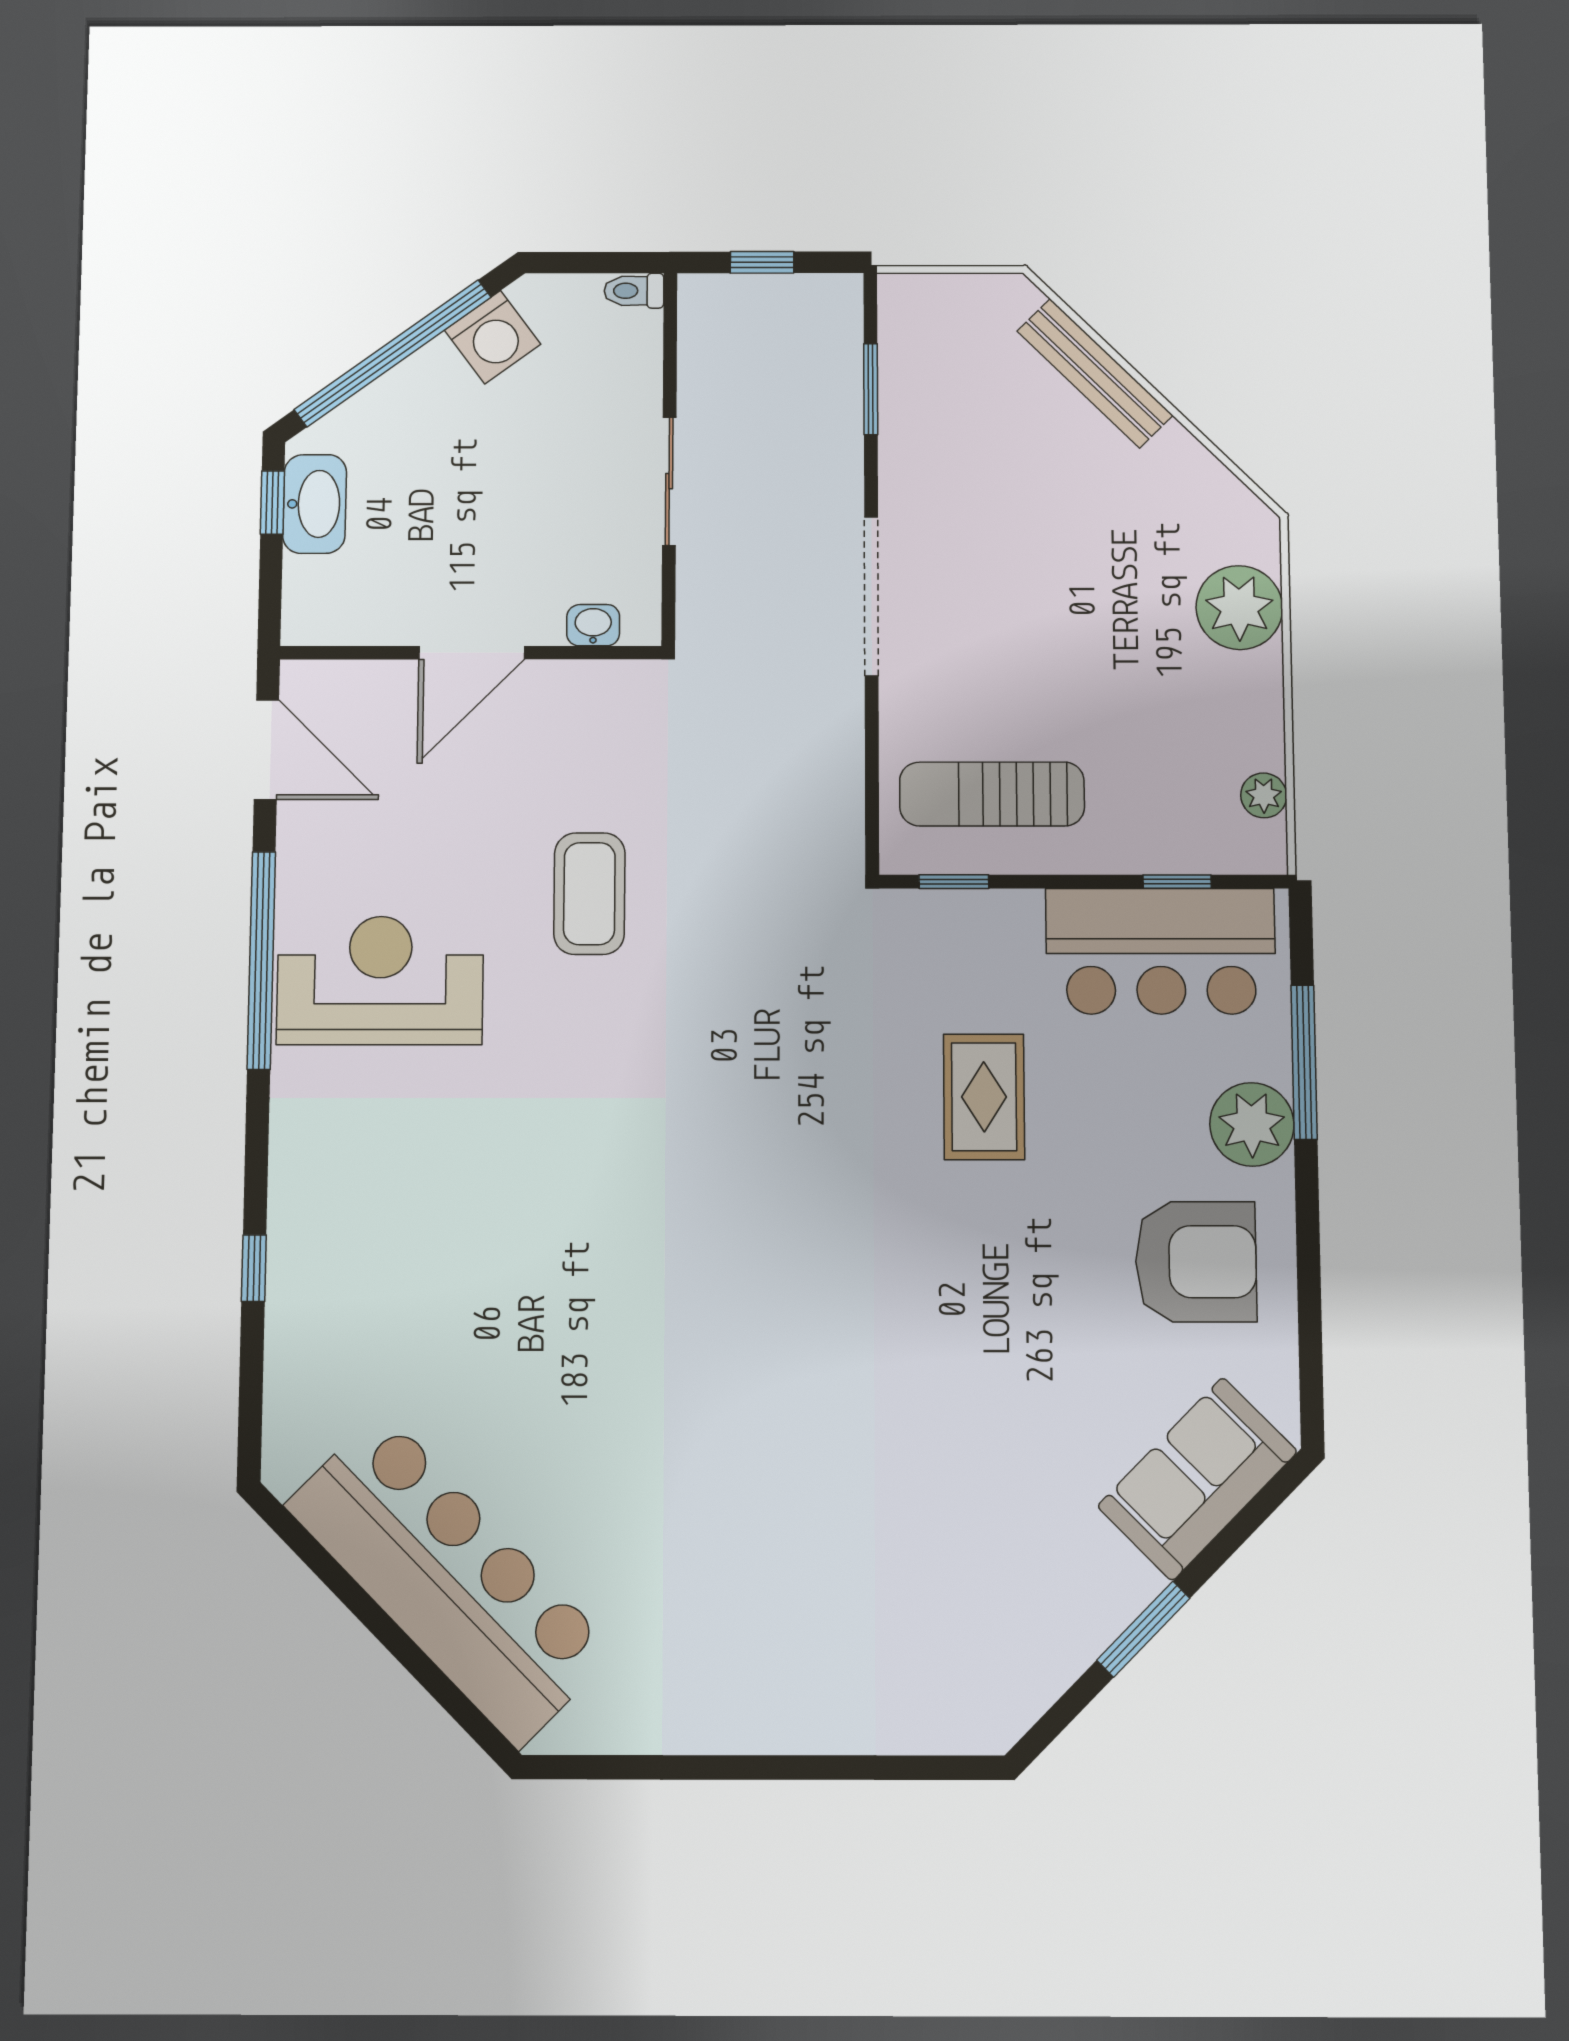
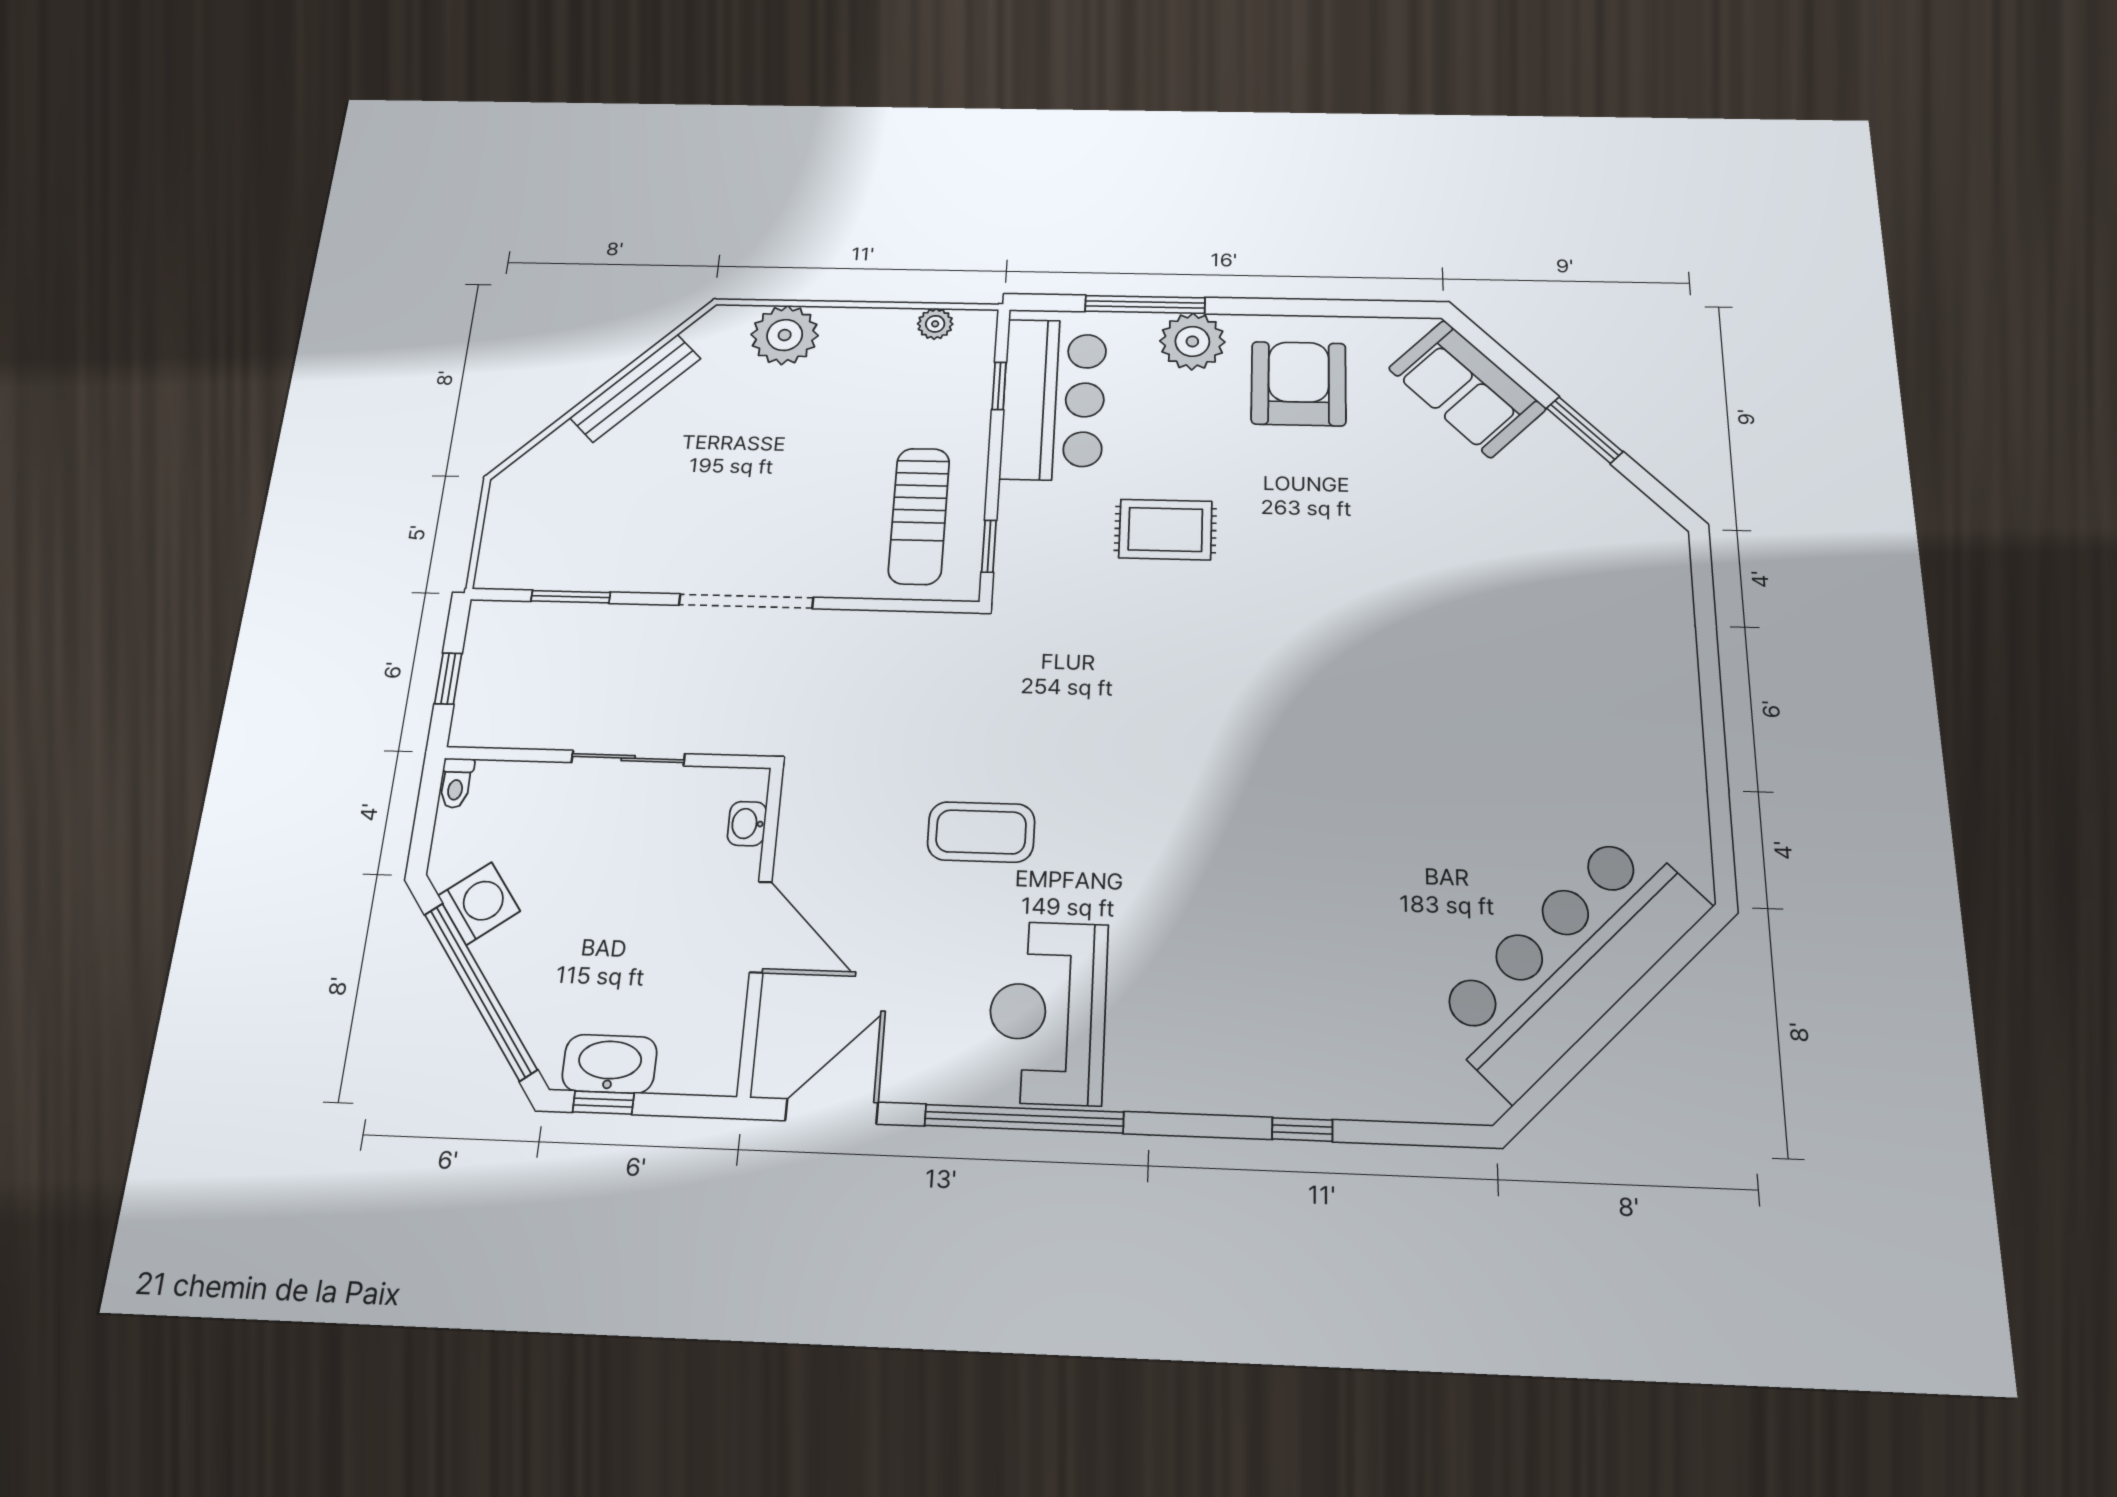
bench: (1095, 373) -> (635, 388), moved

